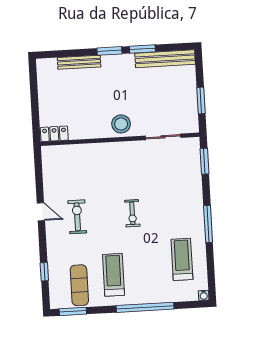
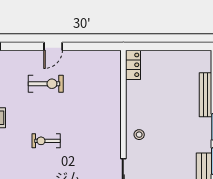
stool: (121, 124) -> (139, 135), width x0.53, depth x0.53

